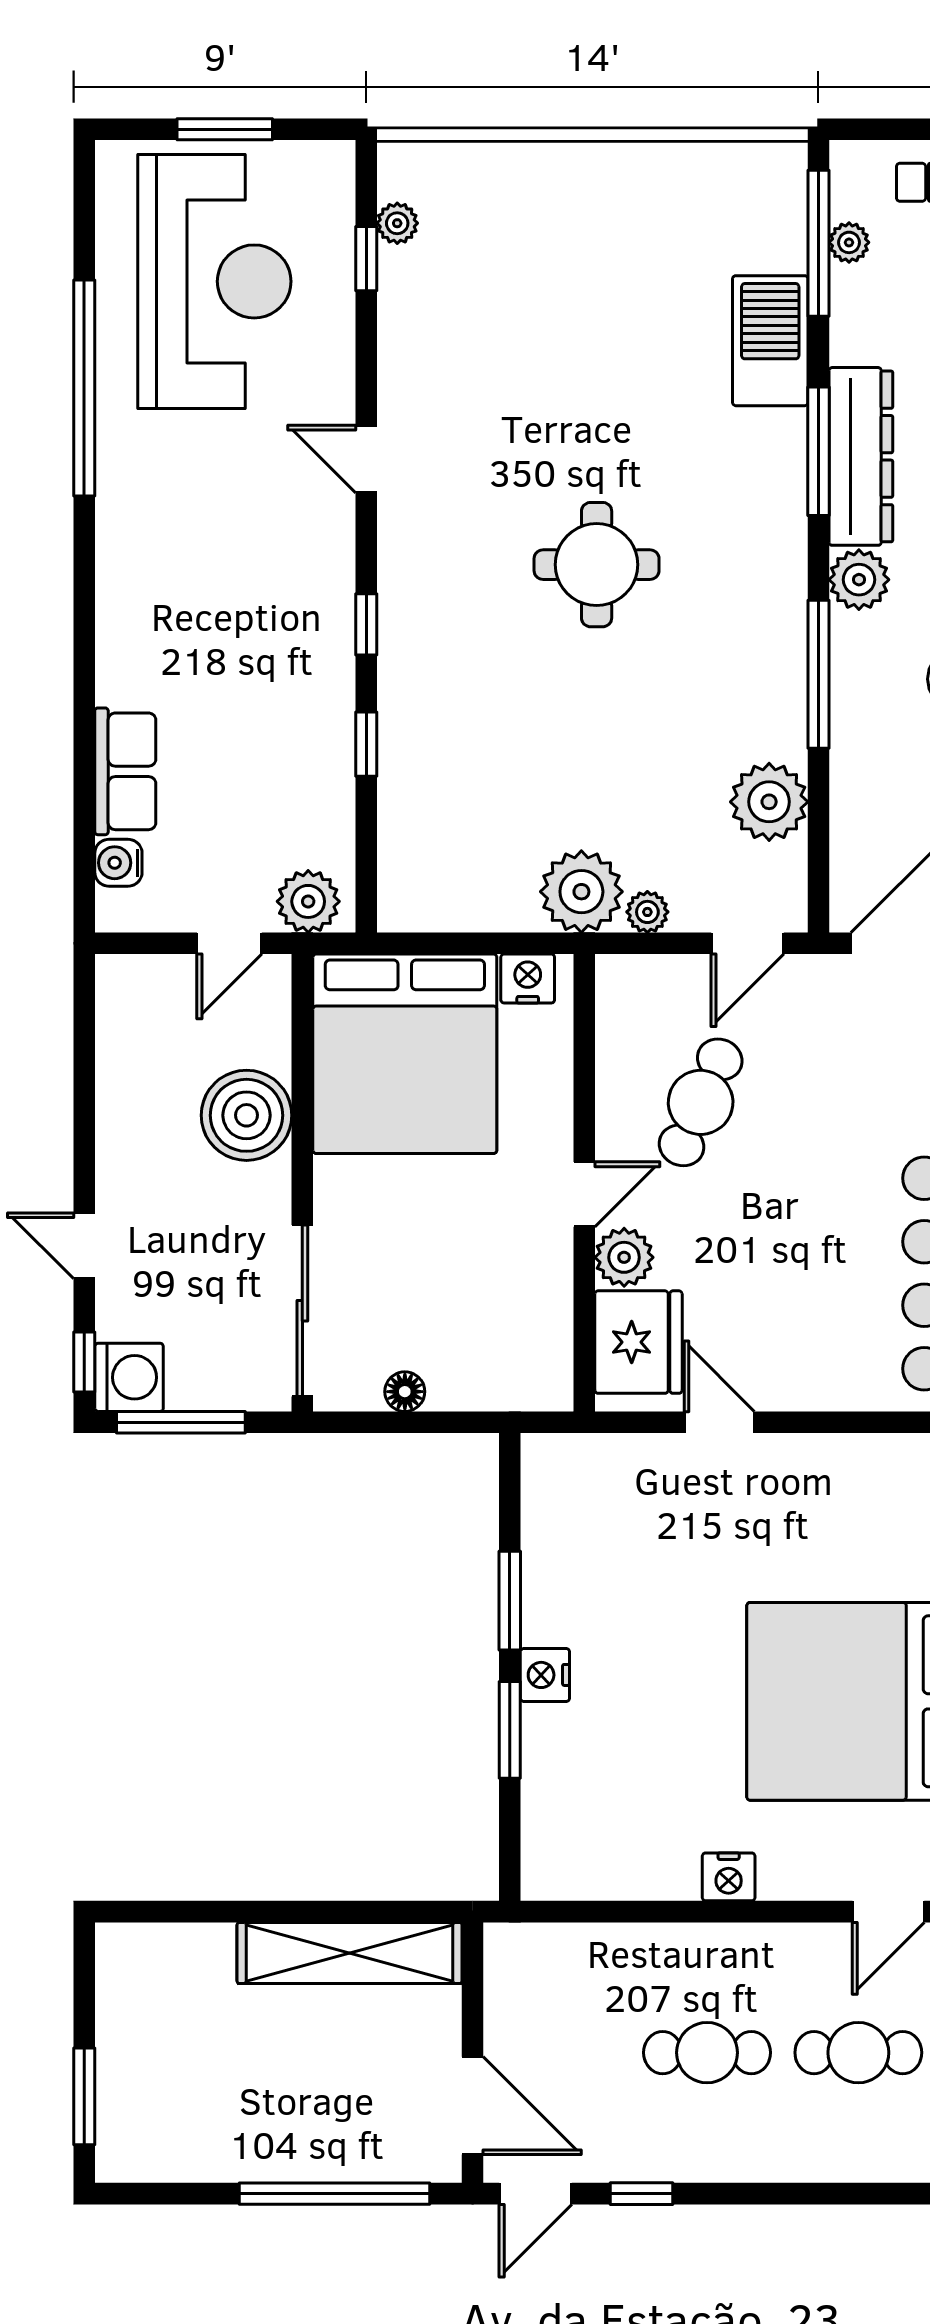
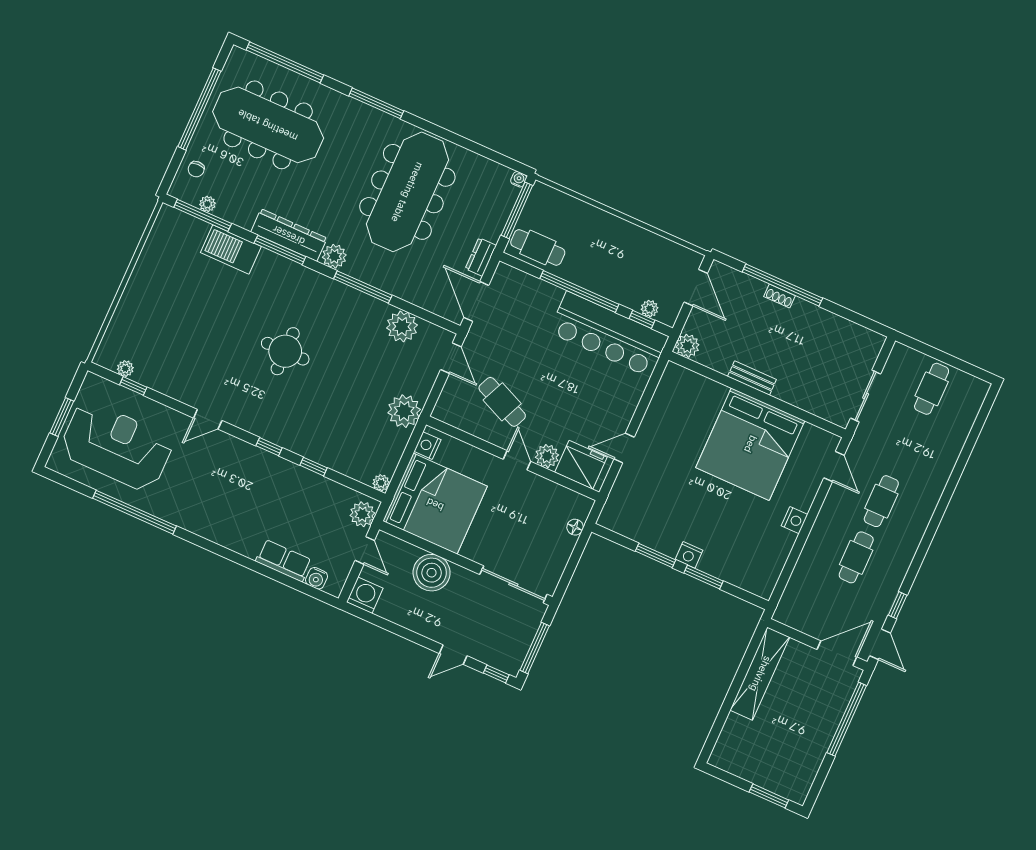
plant: (647, 912) -> (381, 483), moved
washing machine: (129, 1377) -> (365, 595), moved
floor lamp: (405, 1392) -> (575, 527), moved

